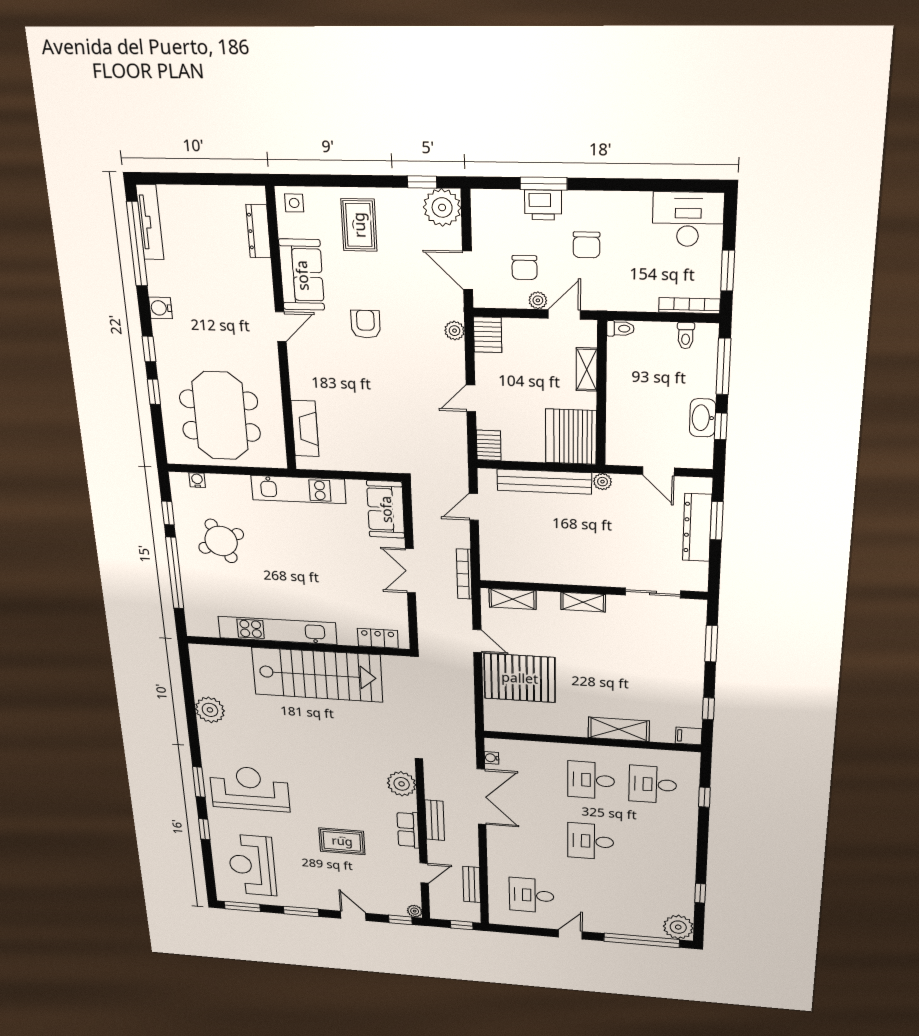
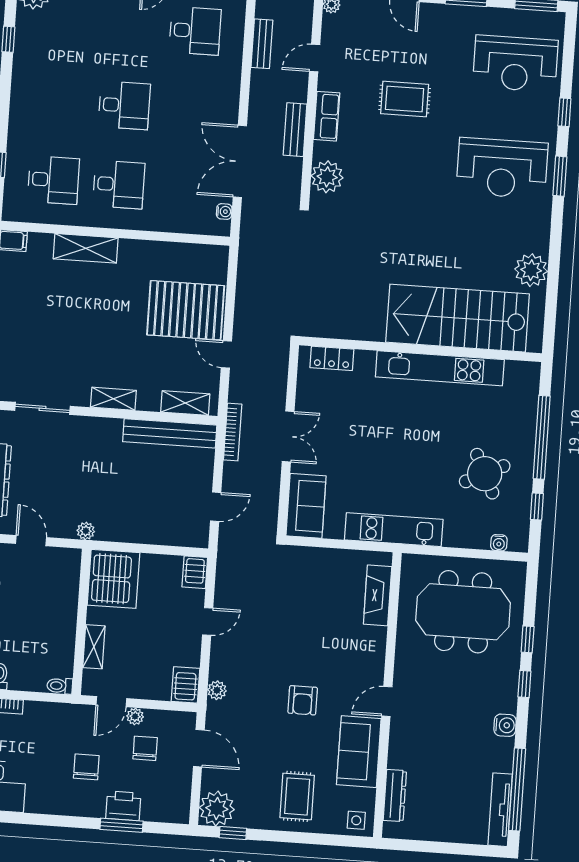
meeting table: (220, 416) -> (463, 612), turned 90
bench: (544, 482) -> (170, 433), moved
stairs: (317, 675) -> (458, 318), moved
reception desk: (252, 865) -> (515, 64), turned 90

